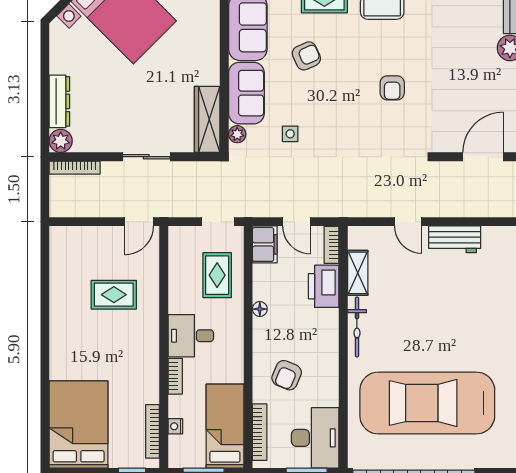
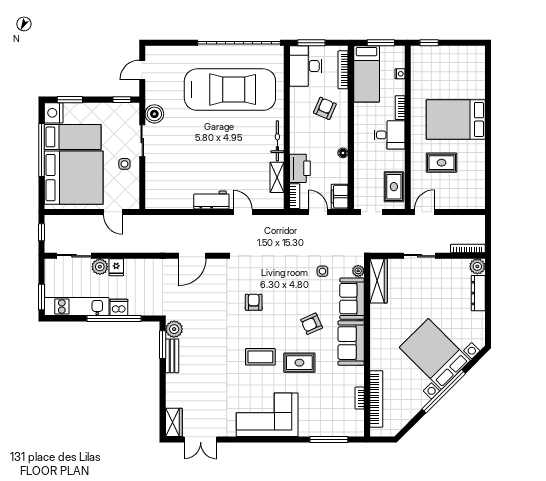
rug: (217, 275) -> (394, 187), moved
bed: (79, 424) -> (456, 119), moved, turned 90
bookcase: (153, 431) -> (415, 70), removed

